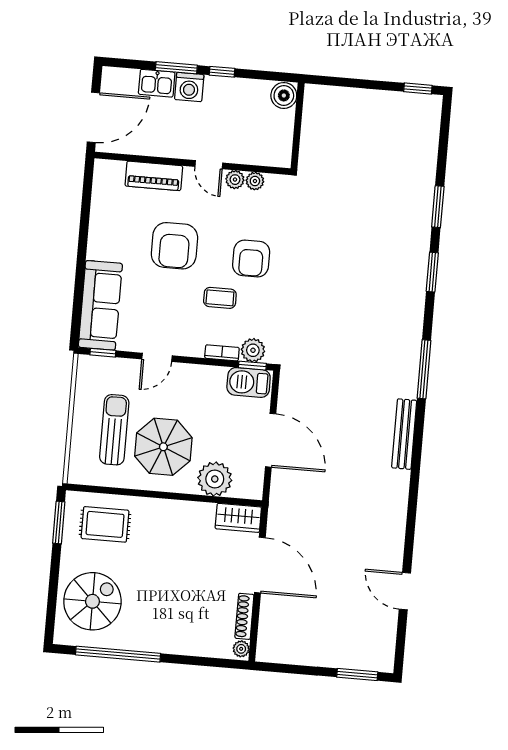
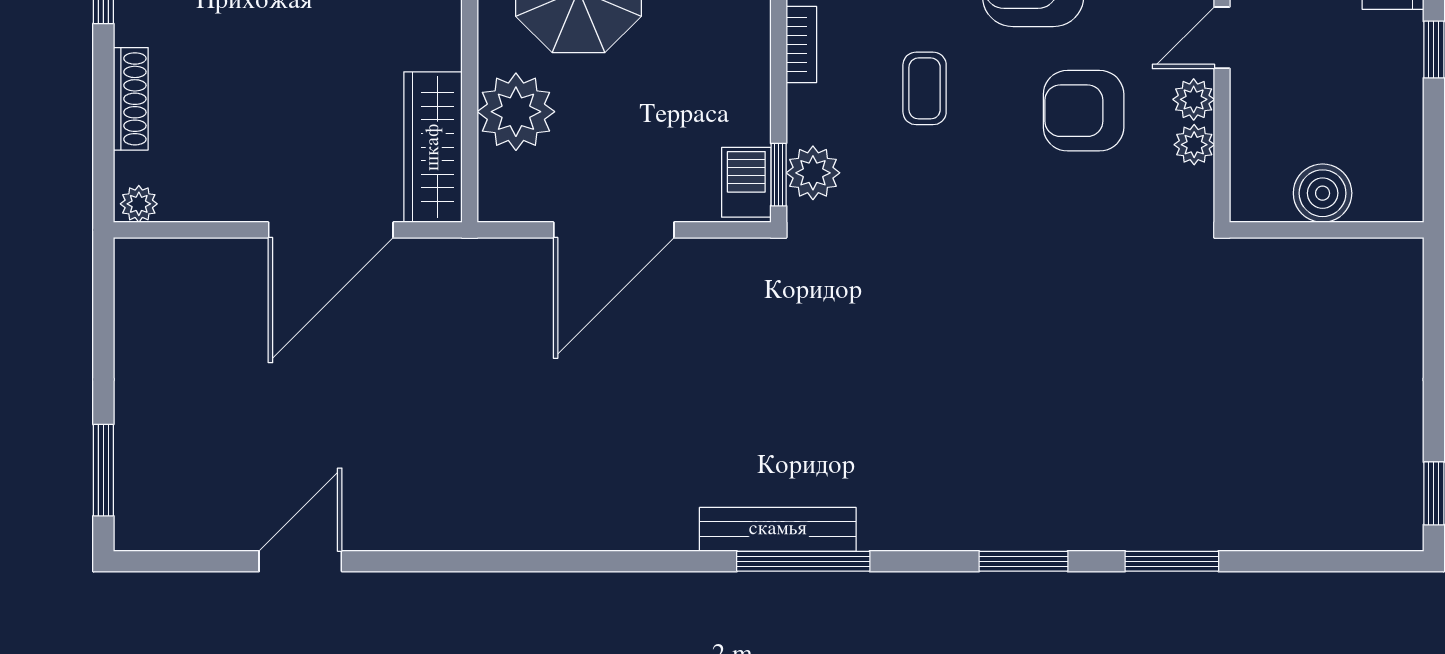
boiler: (284, 95) -> (1323, 193), moved
armchair: (251, 258) -> (1084, 111), moved
bookcase: (222, 353) -> (801, 45), moved
barbecue: (249, 382) -> (746, 182), width x0.73, depth x0.79
bench: (404, 434) -> (778, 529), moved
wardrobe: (238, 518) -> (433, 147), width x1.50
shoe rack: (244, 616) -> (131, 99), moved, turned 90

